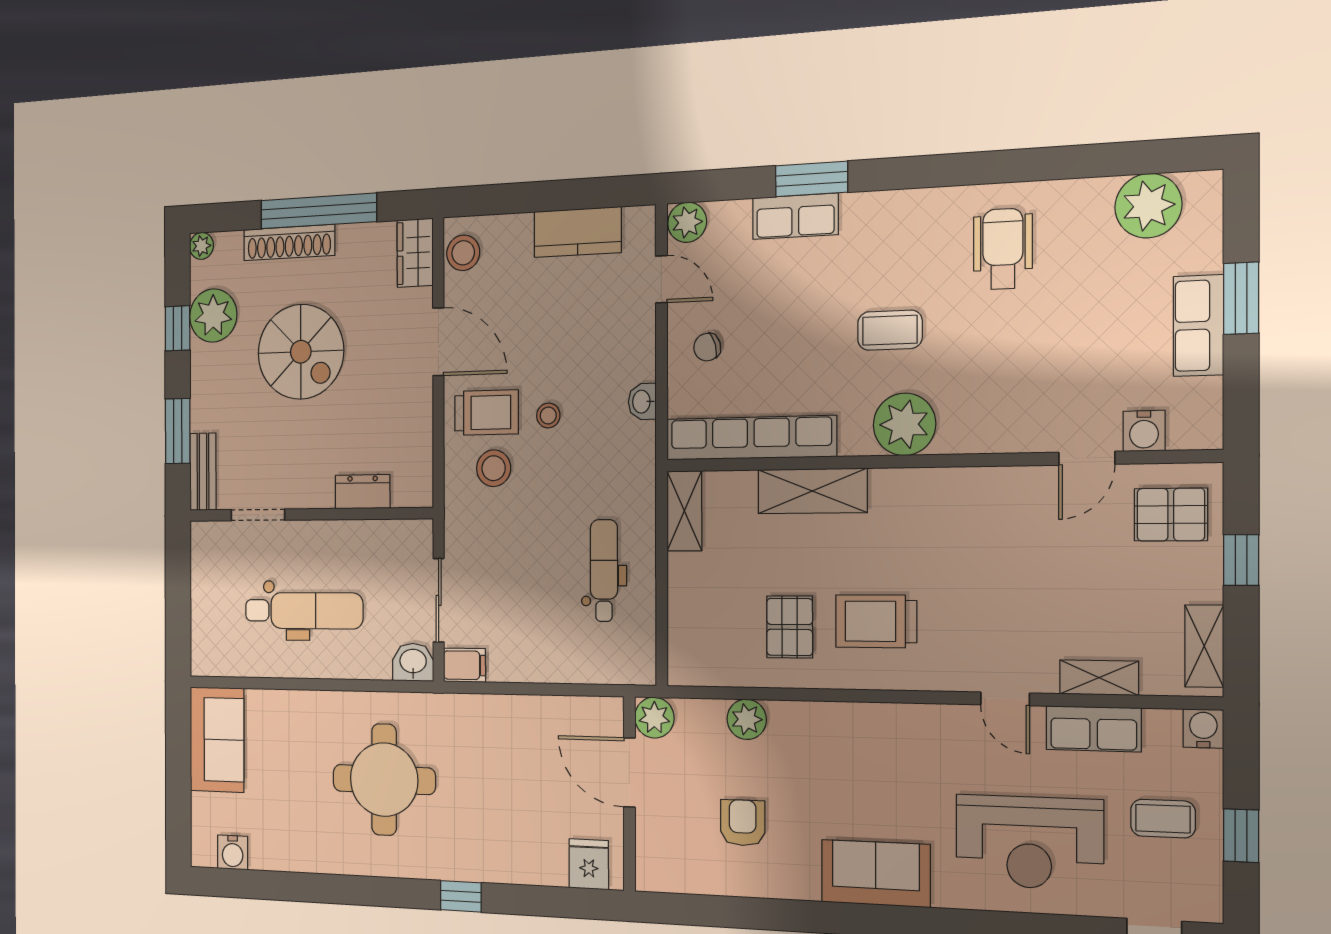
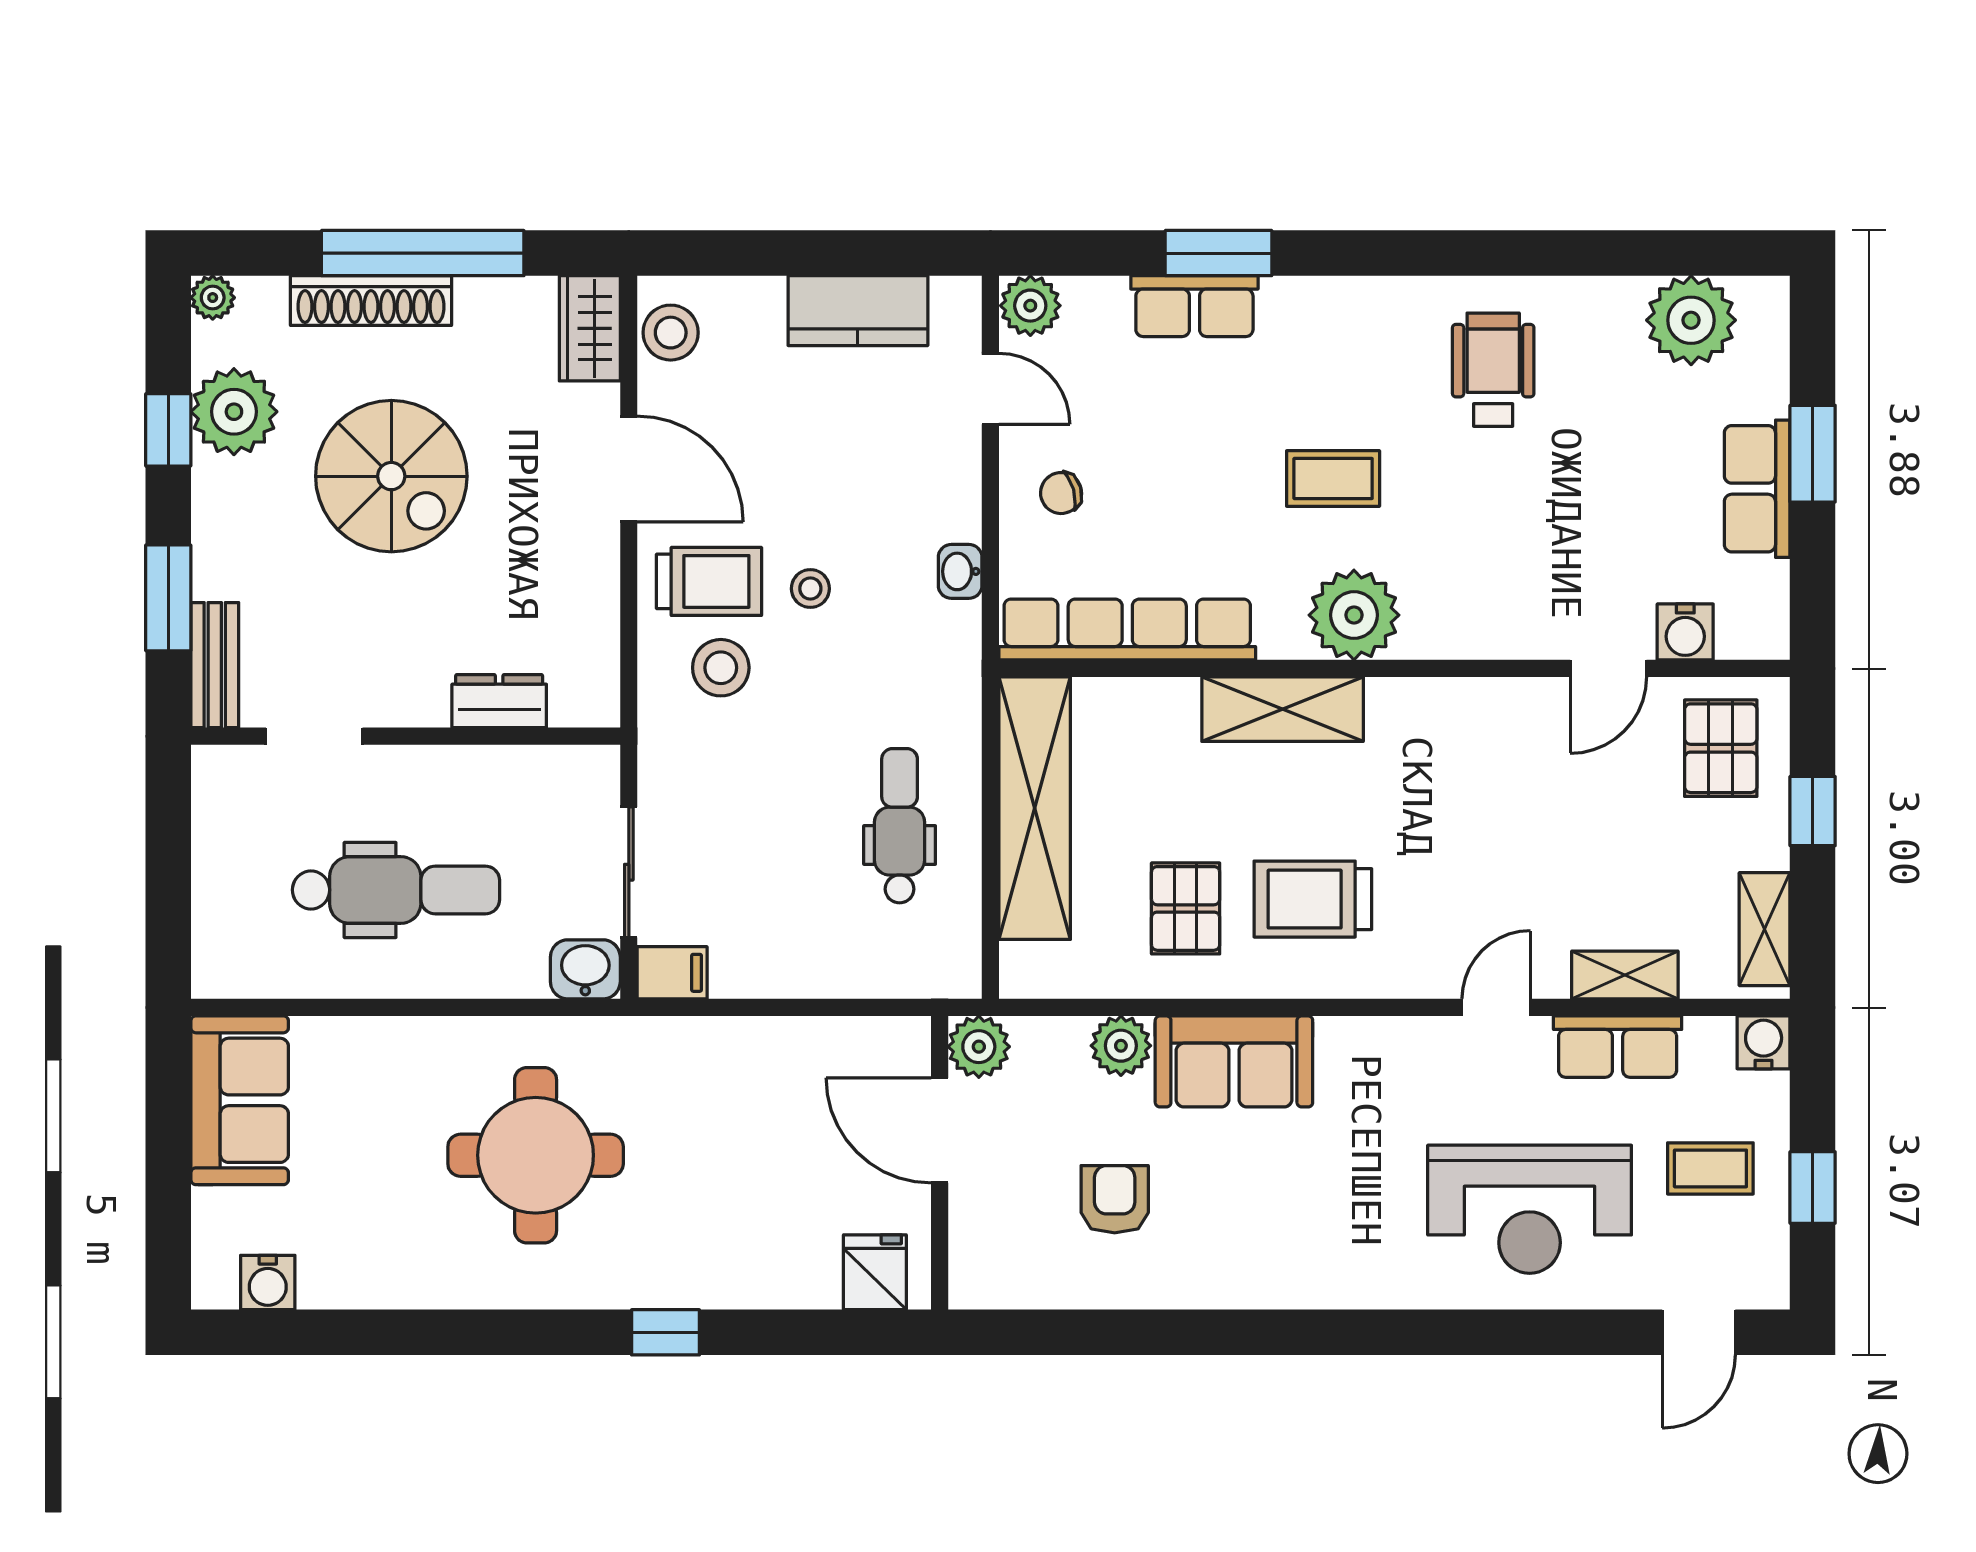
shelving: (812, 491) -> (1283, 709), moved
shelving: (684, 511) -> (1035, 808), width x2.20, depth x1.33
pallet: (1171, 515) -> (1721, 748), turned 90
door: (1005, 699) -> (1496, 1007), swing flipped
sofa: (876, 873) -> (1234, 1061), moved, turned 180

